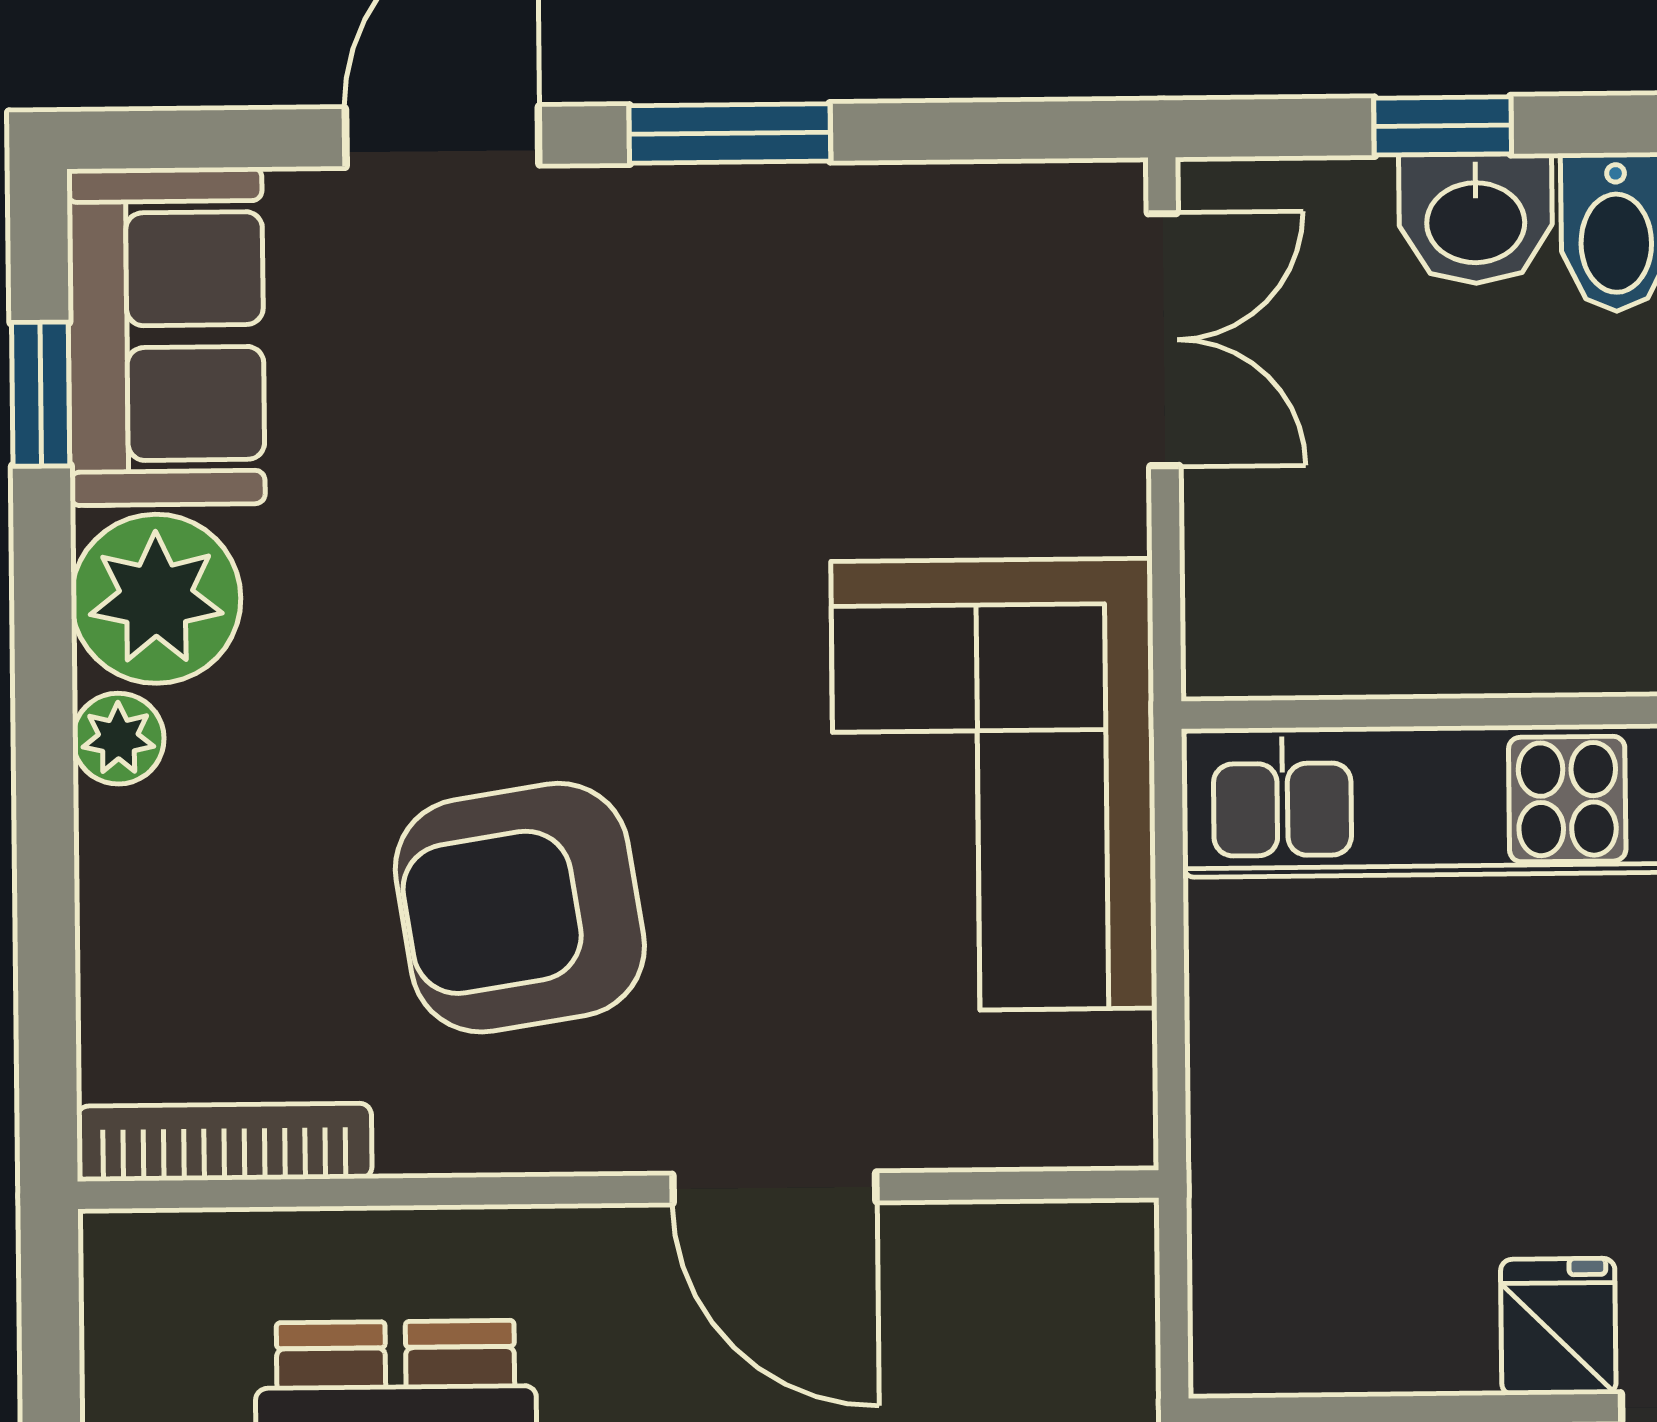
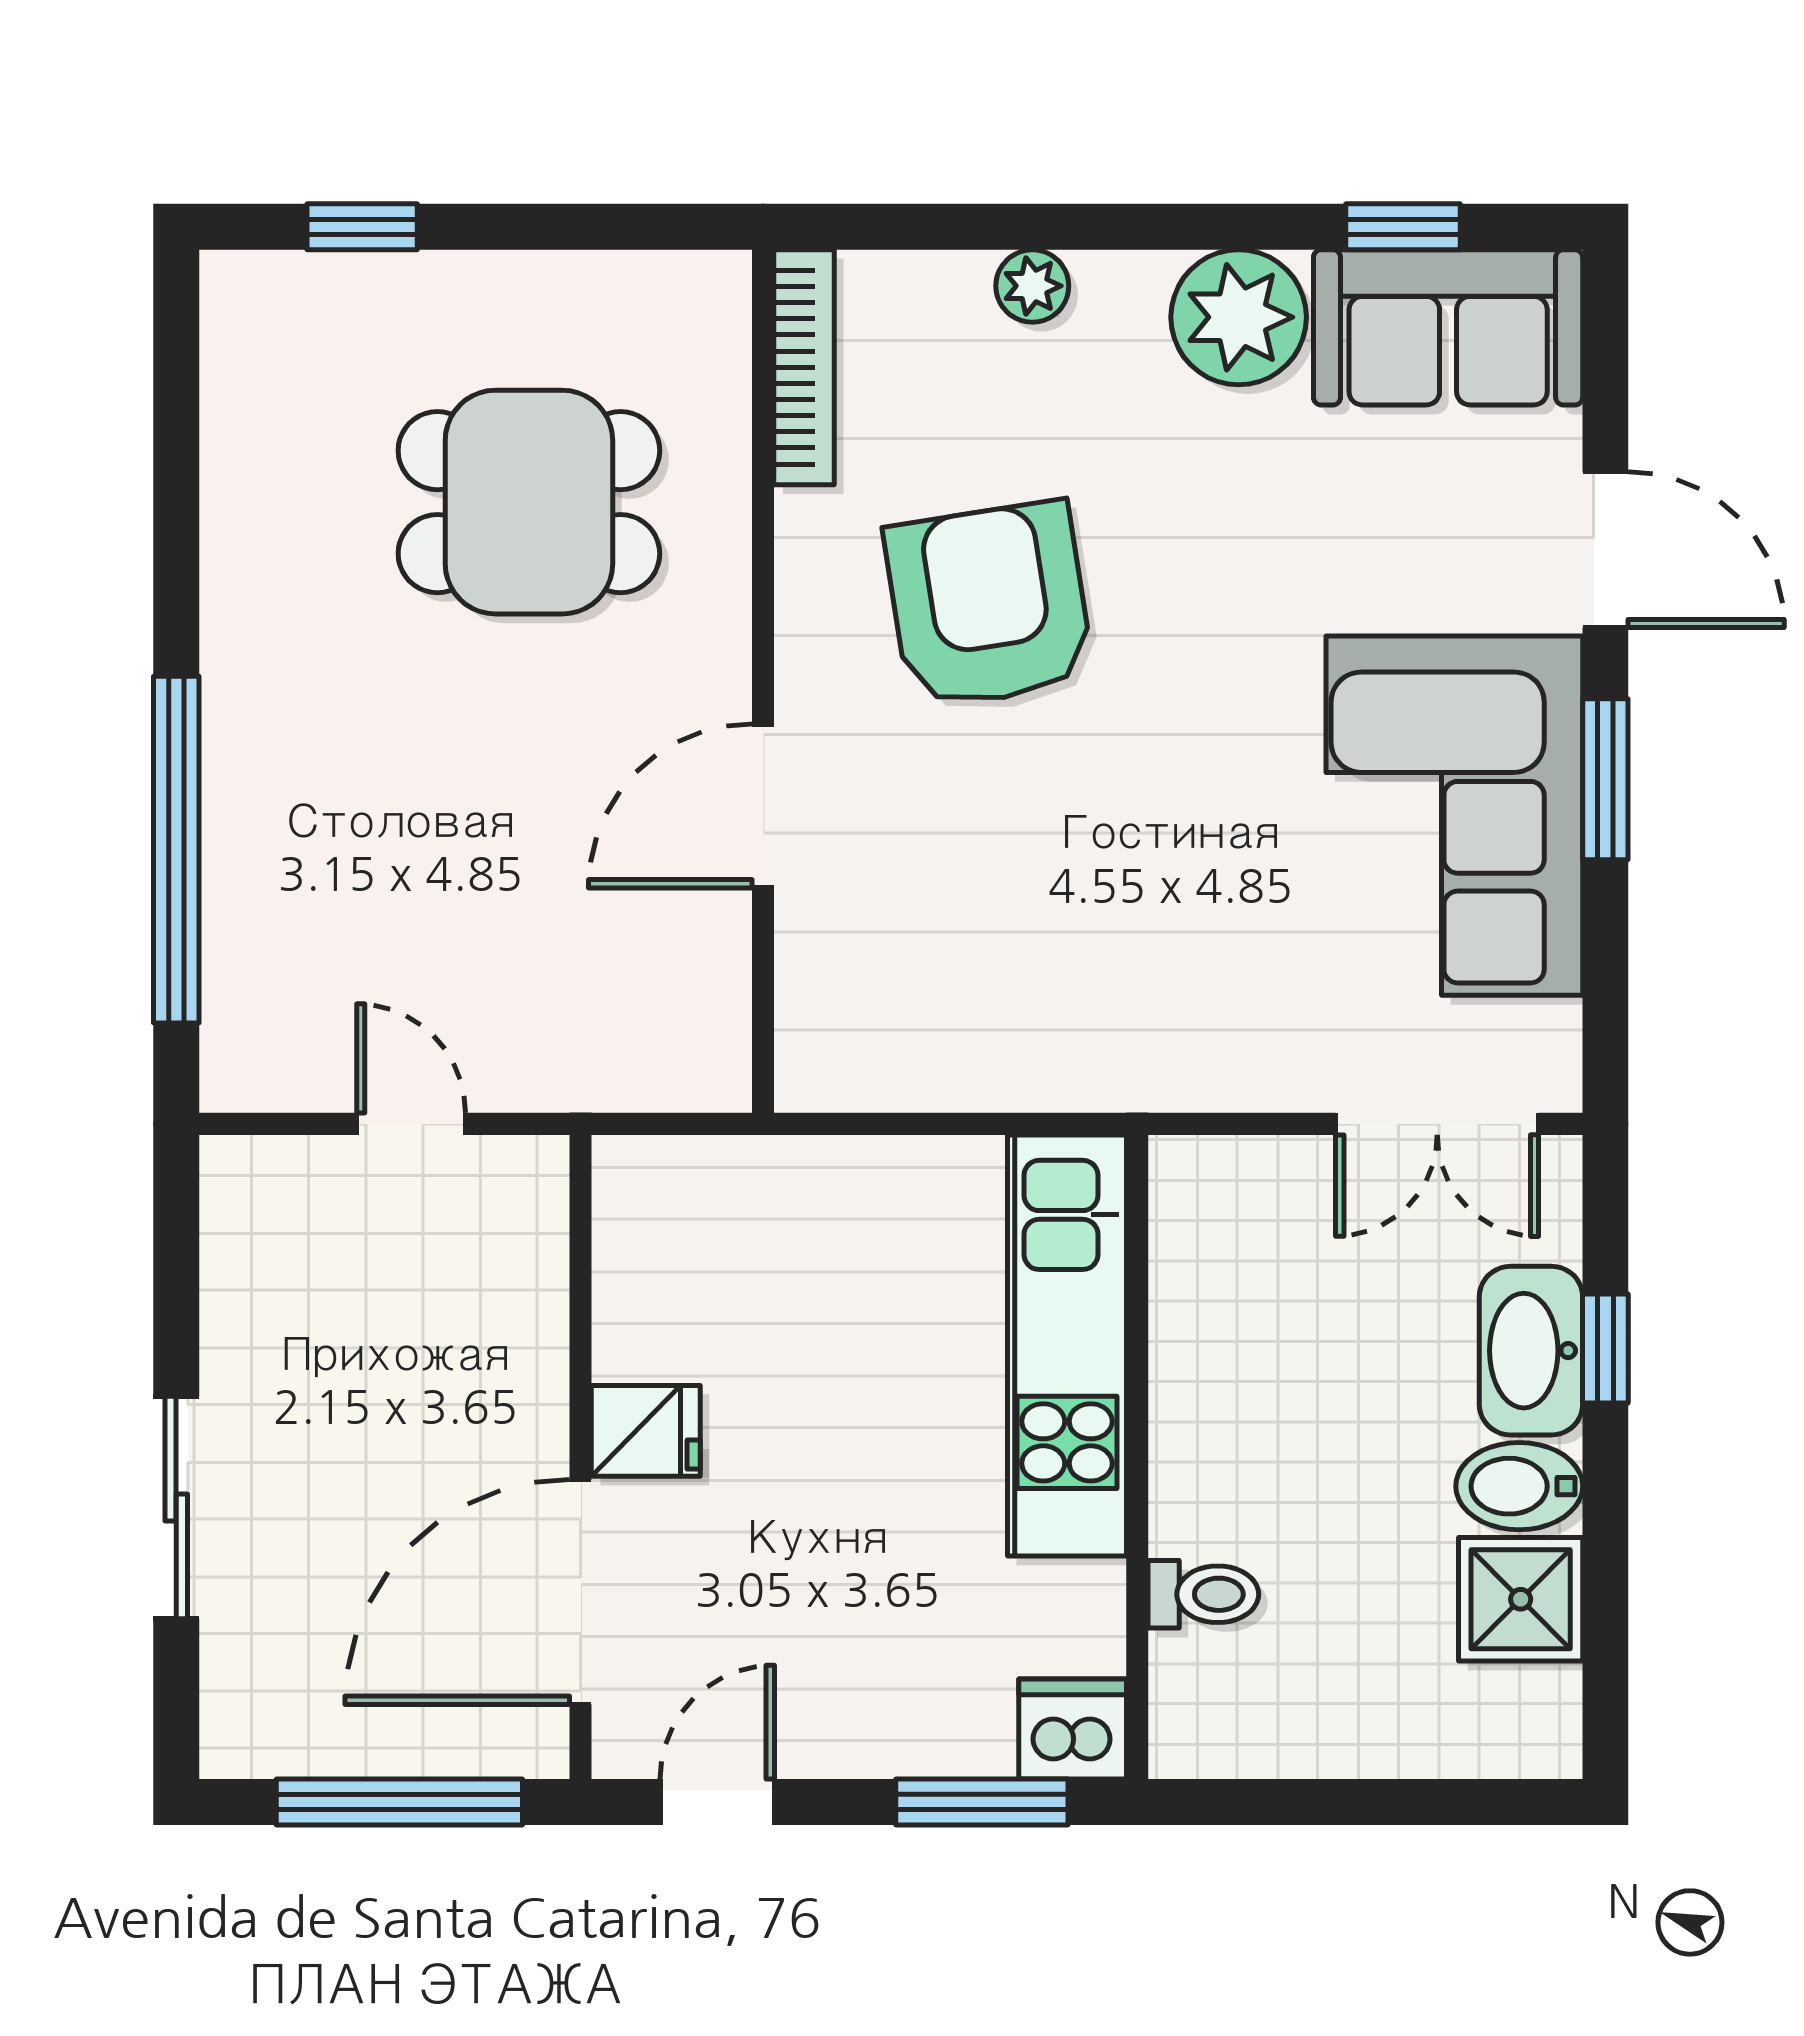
washbasin: (1476, 219) -> (1531, 1351), width x1.38
plant: (118, 739) -> (1032, 286), moved
corner sofa: (994, 785) -> (1454, 816), moved, turned -90

